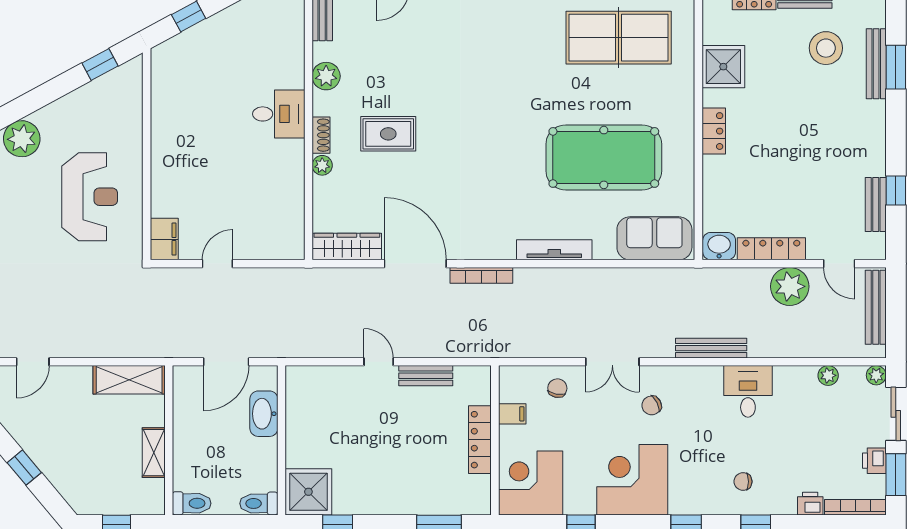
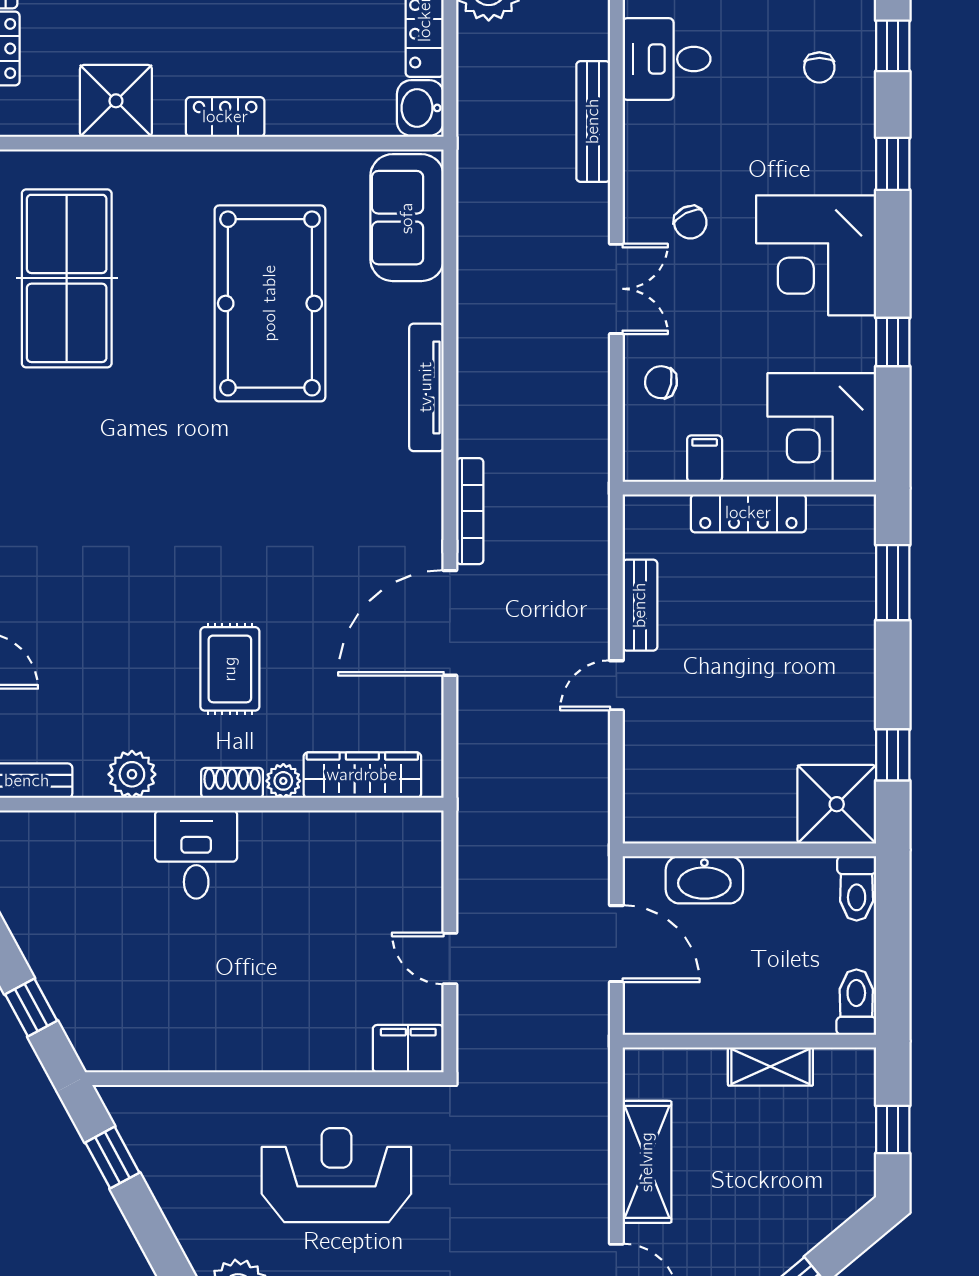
wardrobe: (347, 247) -> (362, 775), moved, turned 90
shelving: (129, 380) -> (647, 1162), moved

